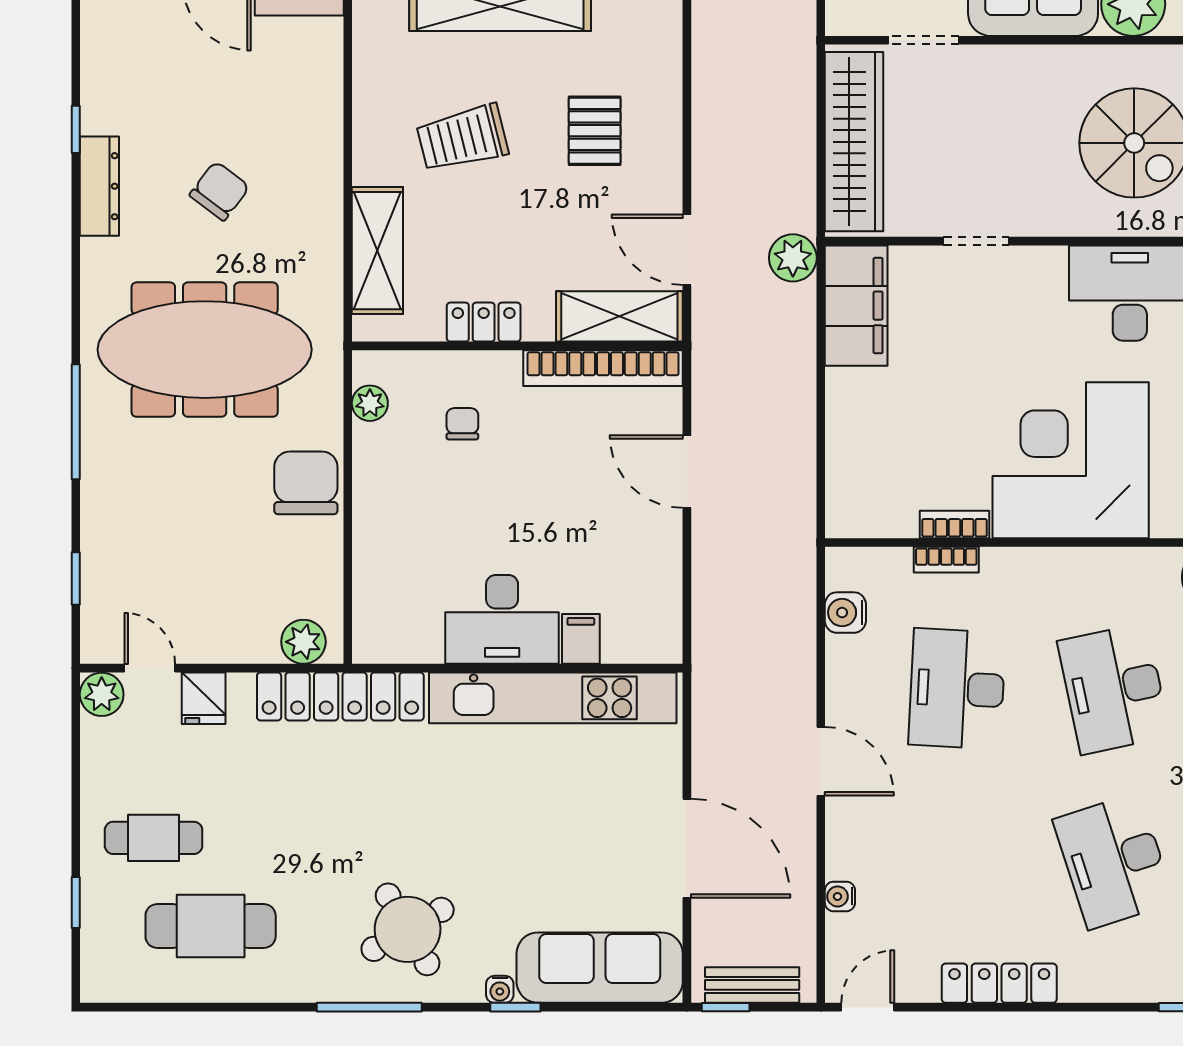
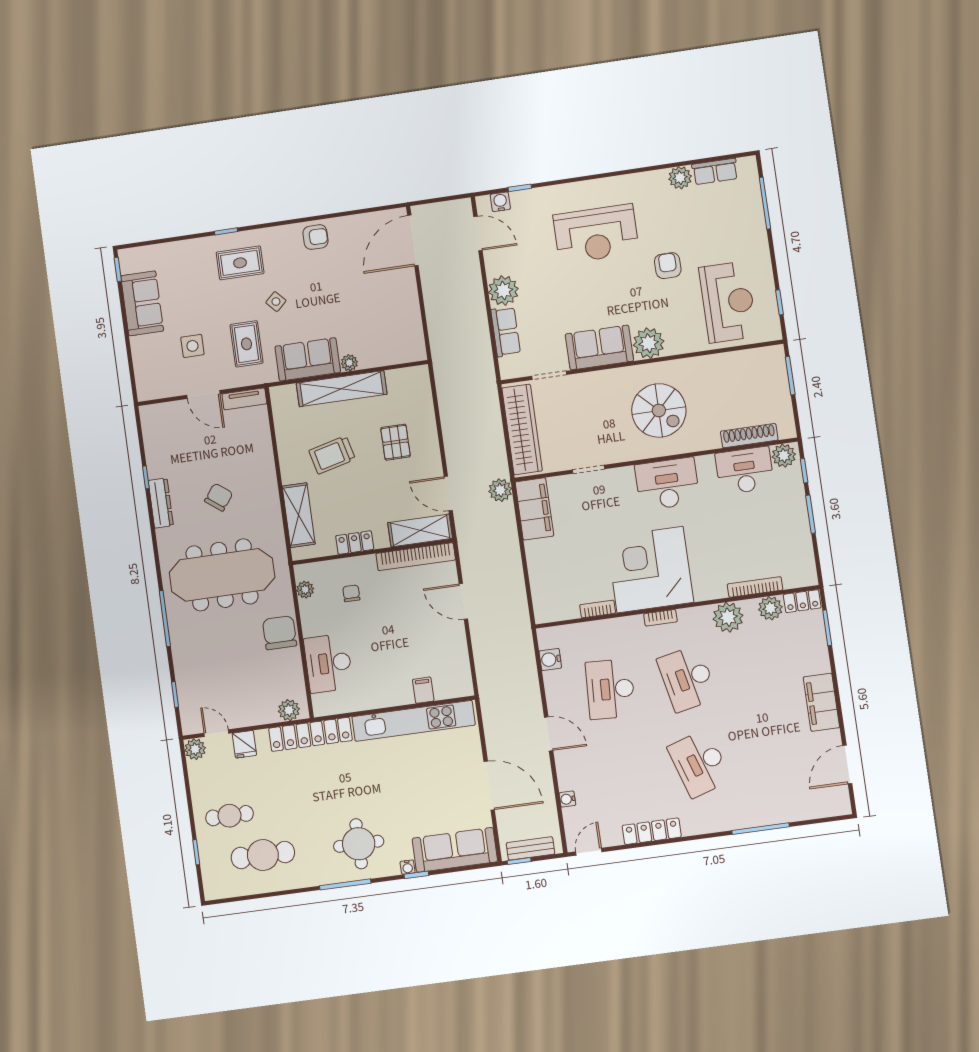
bookcase: (946, 560) -> (660, 618), moved
desk: (502, 619) -> (328, 663), moved, turned 90
round table: (408, 929) -> (359, 844), turned 30

